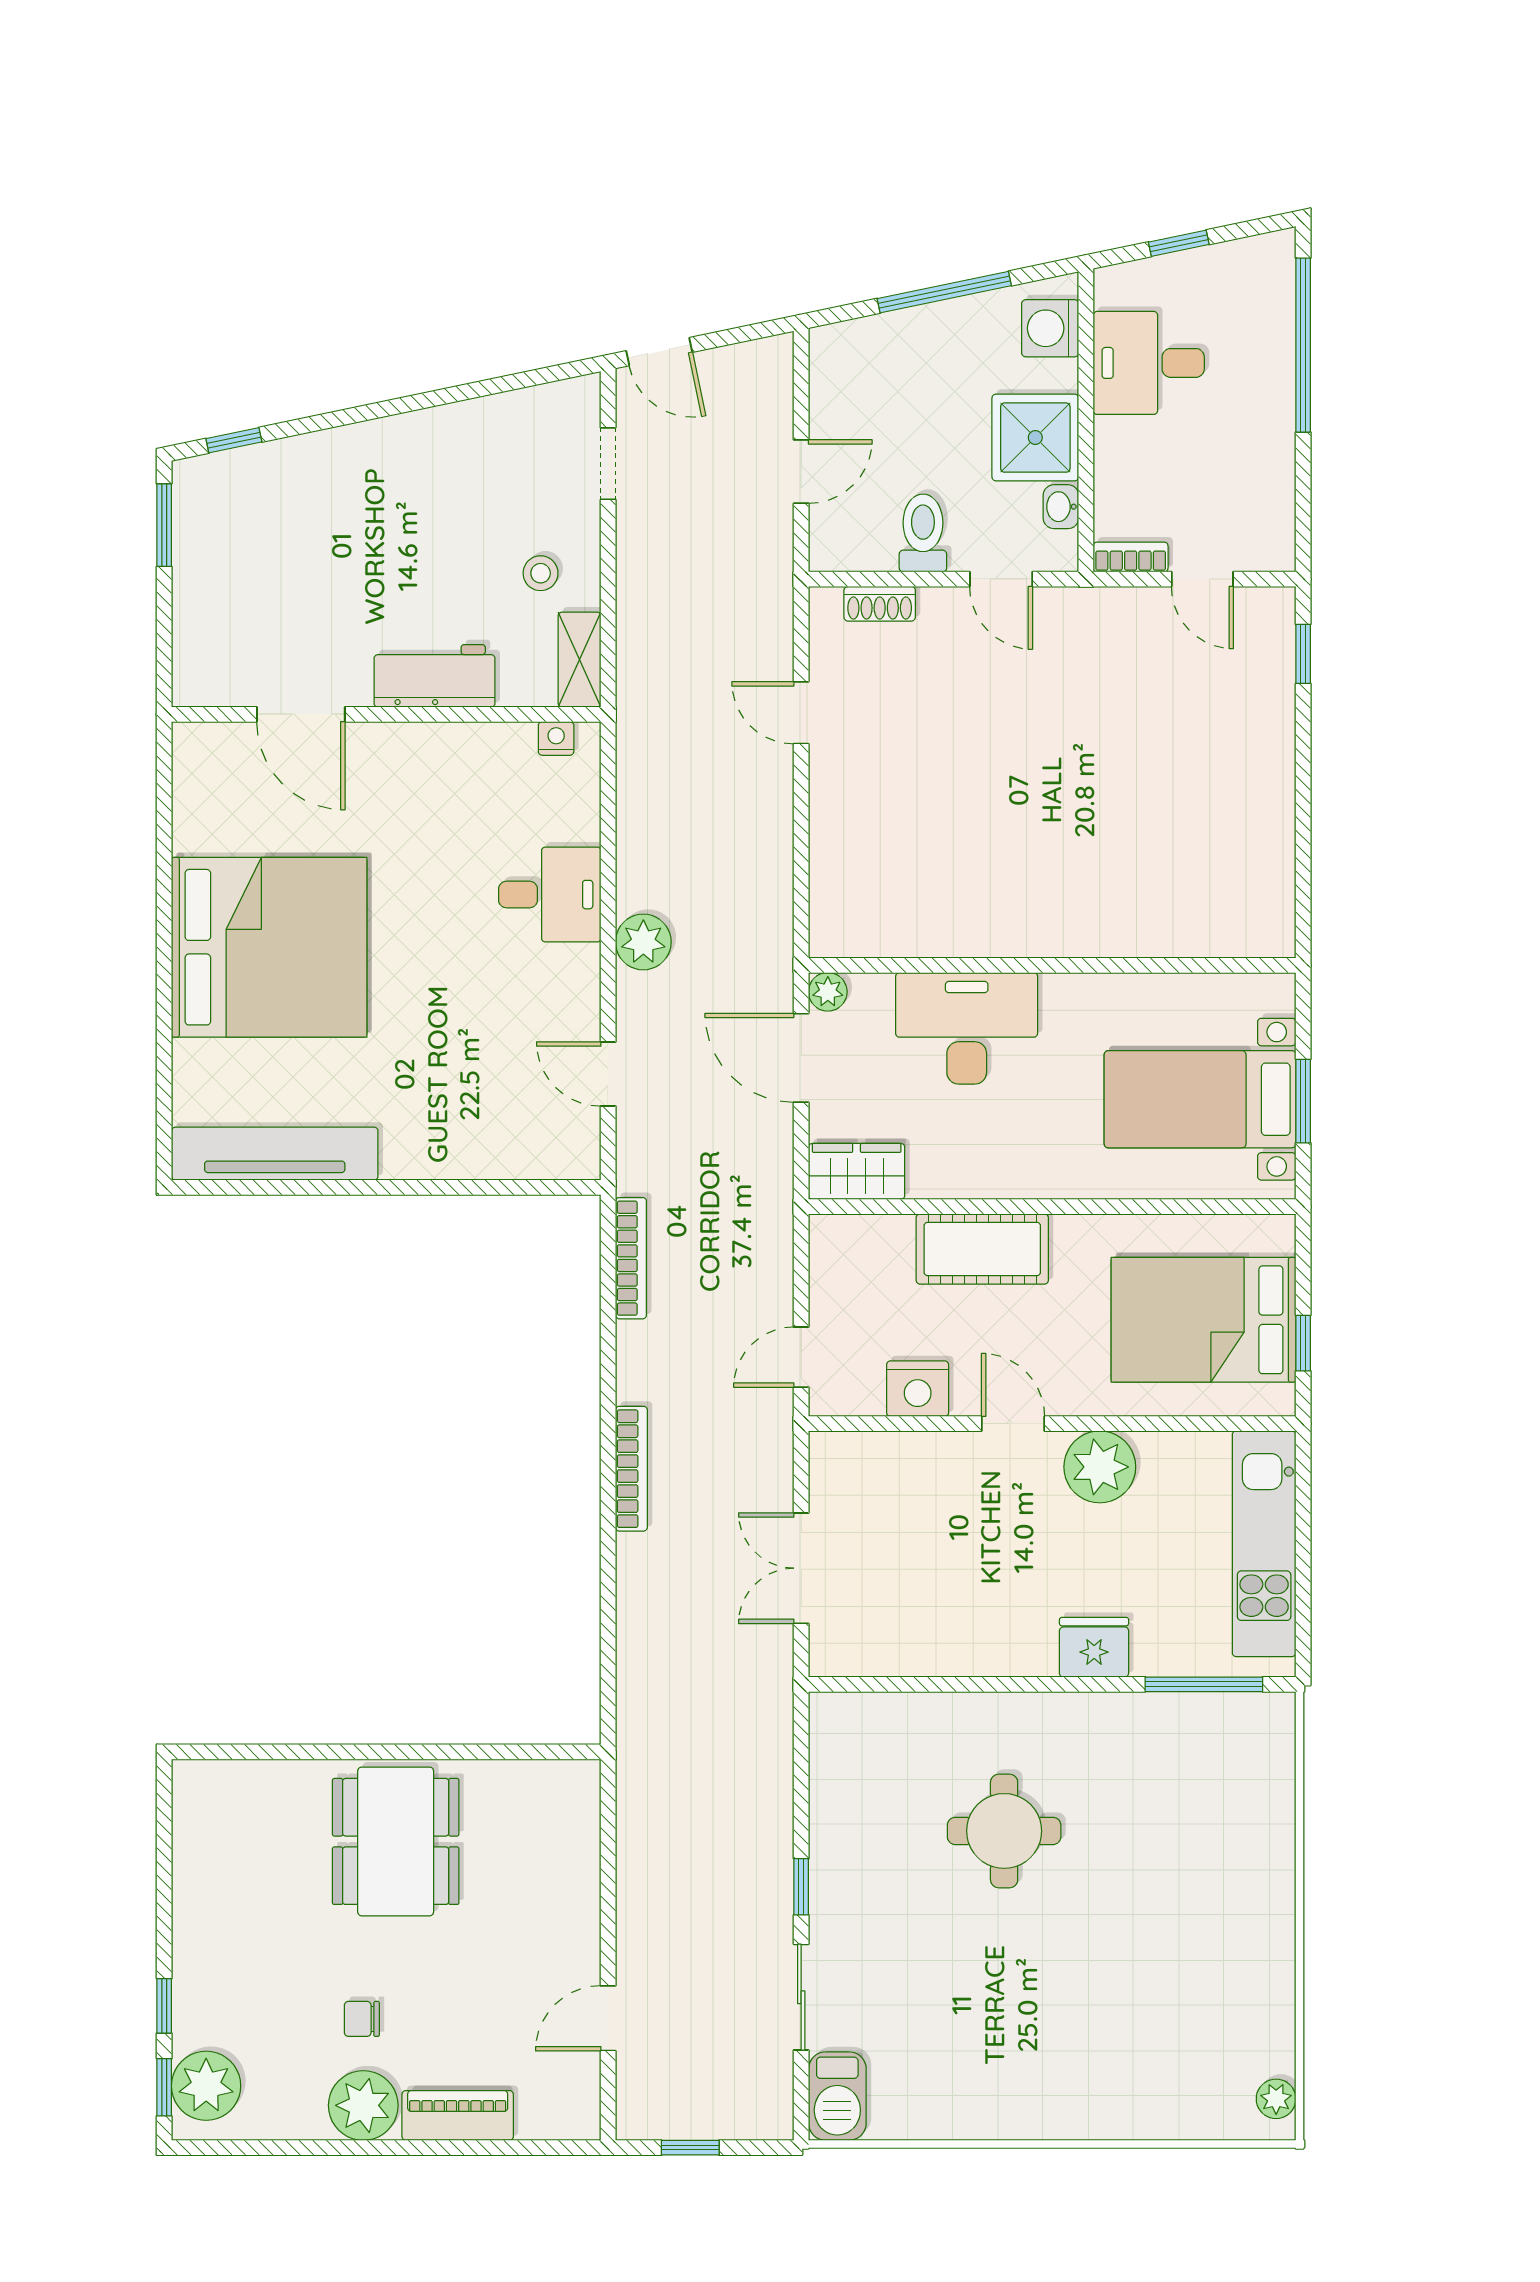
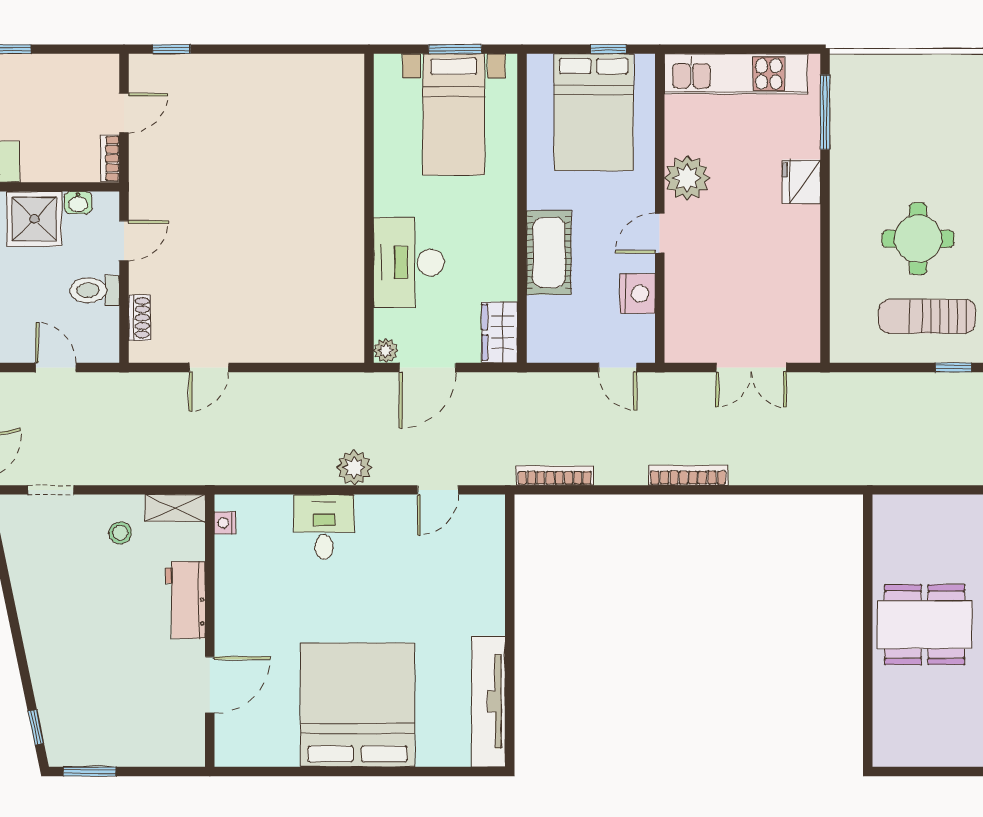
sun lounger: (882, 1845) -> (927, 316), added

